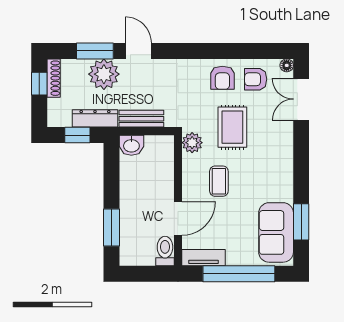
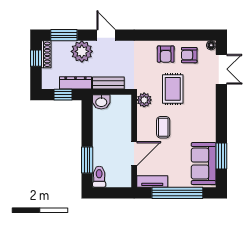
window: (95, 51) -> (64, 35), moved
double door: (301, 99) -> (221, 69), swing flipped
toilet: (165, 251) -> (99, 177), moved

